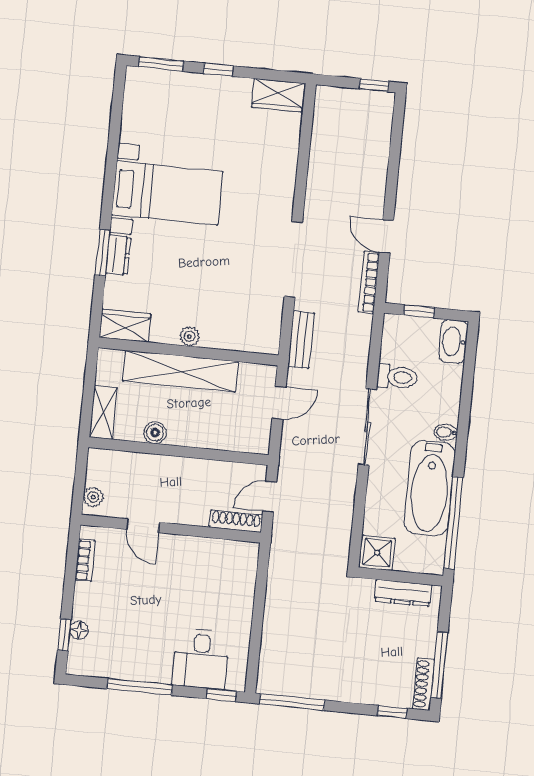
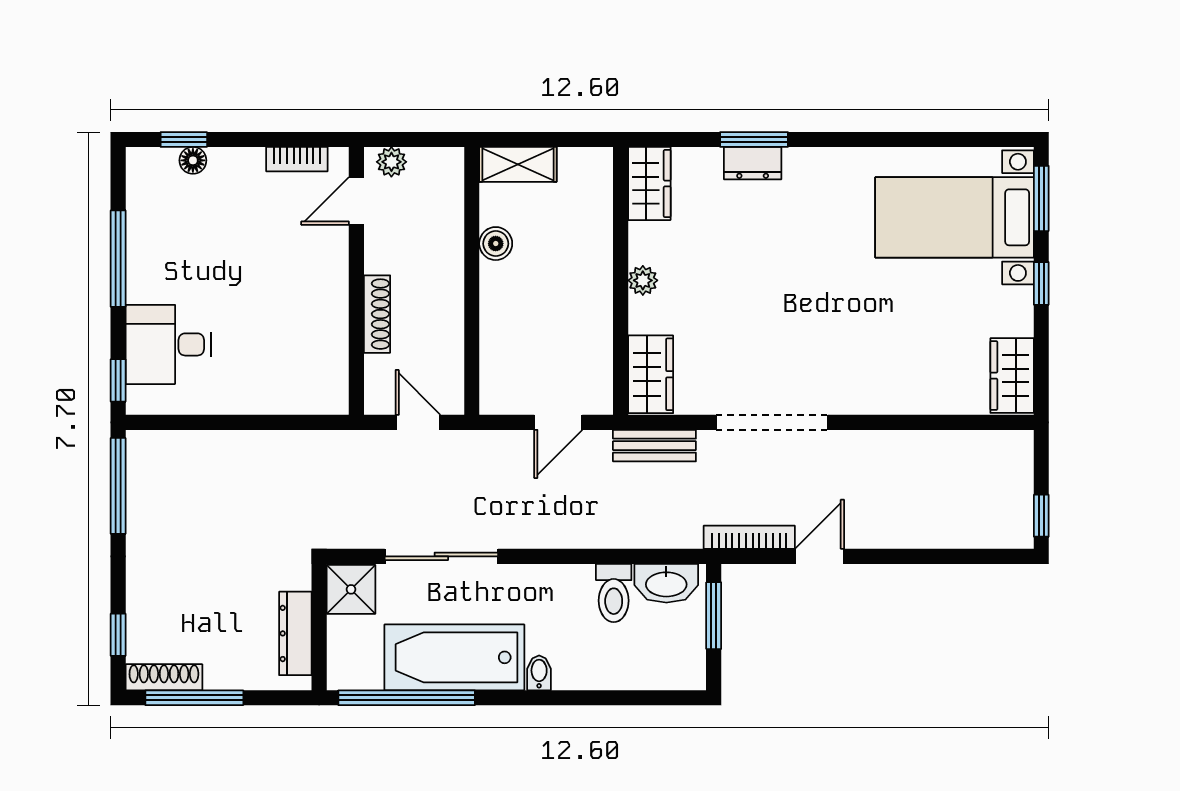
bed with nightstands: (167, 193) -> (954, 217), moved, turned 90
window: (419, 311) -> (714, 616), width x1.50
wardrobe: (253, 338) -> (651, 374), added
washbasin: (453, 341) -> (666, 583), moved, turned 180
shelving: (180, 371) -> (590, 272), removed
door: (279, 403) -> (558, 422), hinge flipped
sliding door: (367, 427) -> (441, 556), moved
shoe rack: (236, 521) -> (377, 314), moved
door: (143, 526) -> (356, 201), moved

